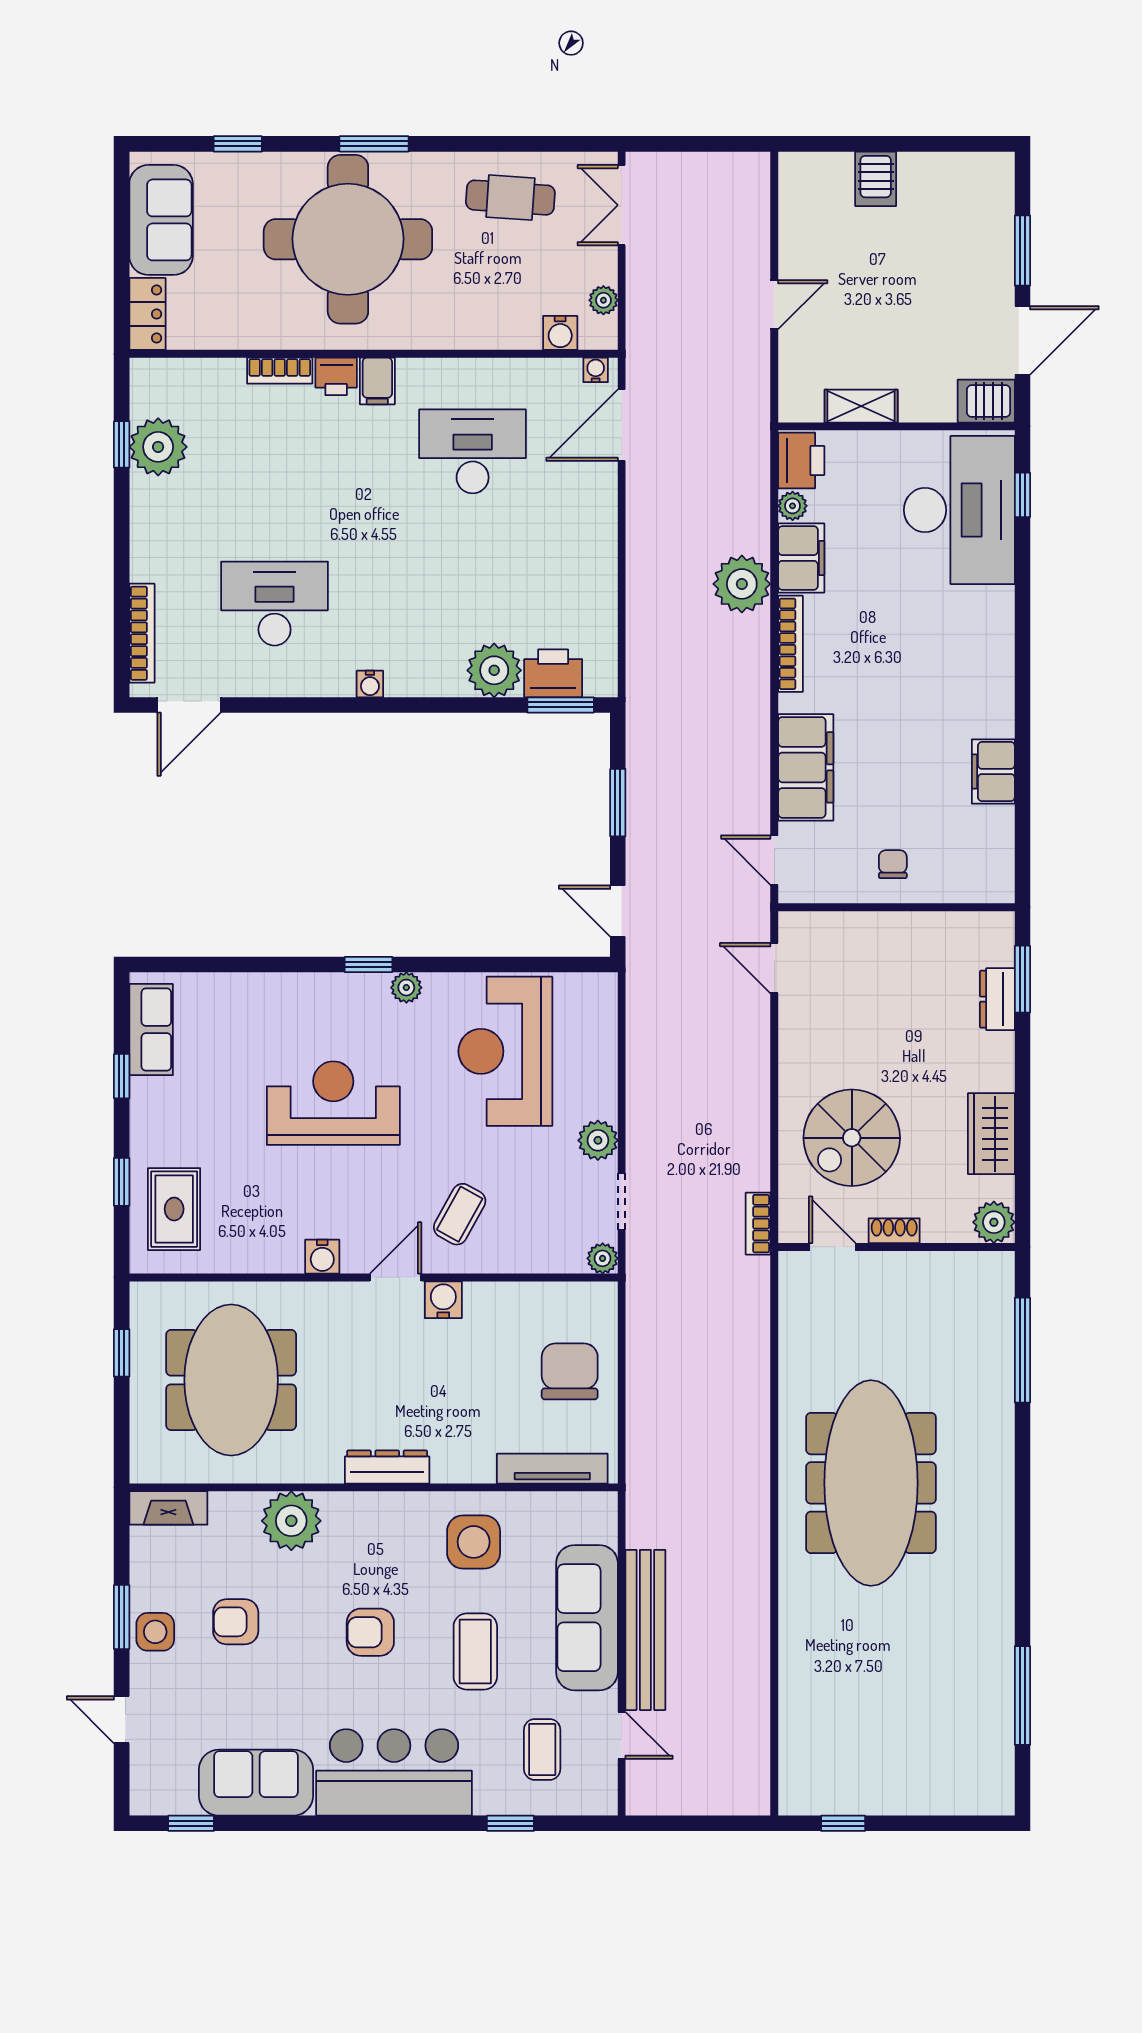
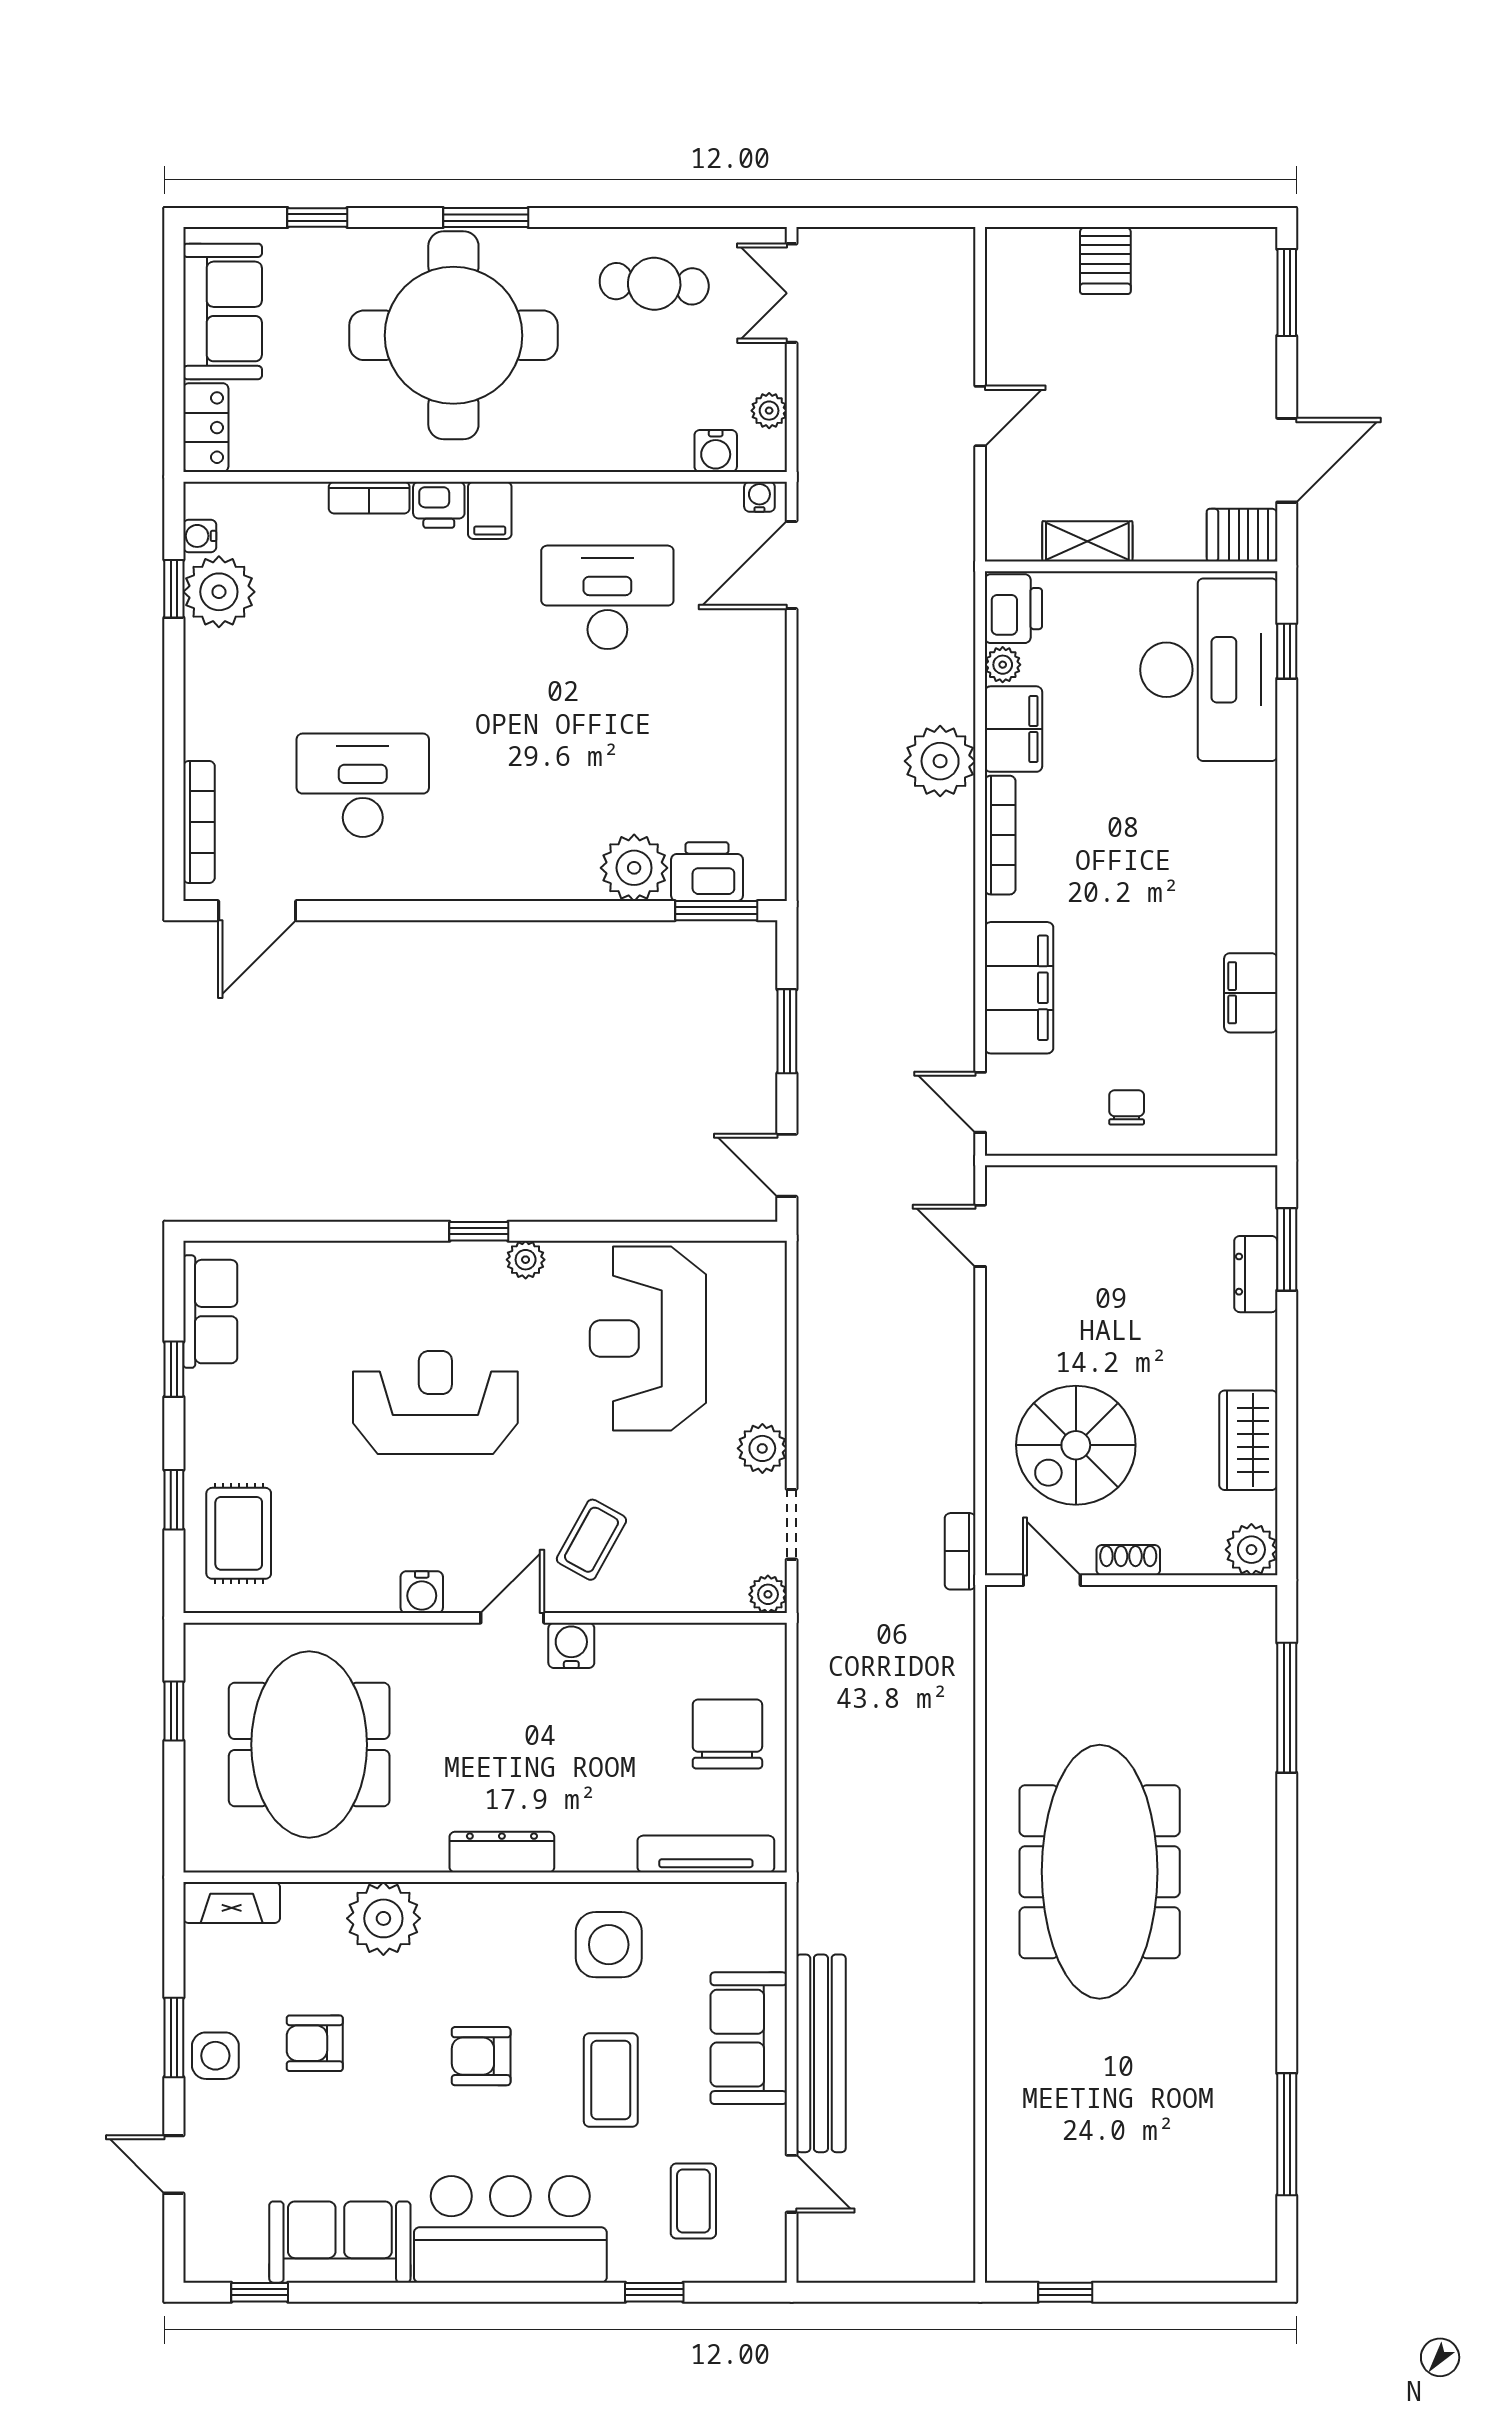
window: (1022, 251) -> (1287, 292), moved
water cooler: (370, 684) -> (200, 536), moved, turned 90
sofa: (587, 1618) -> (749, 2038), width x0.73

